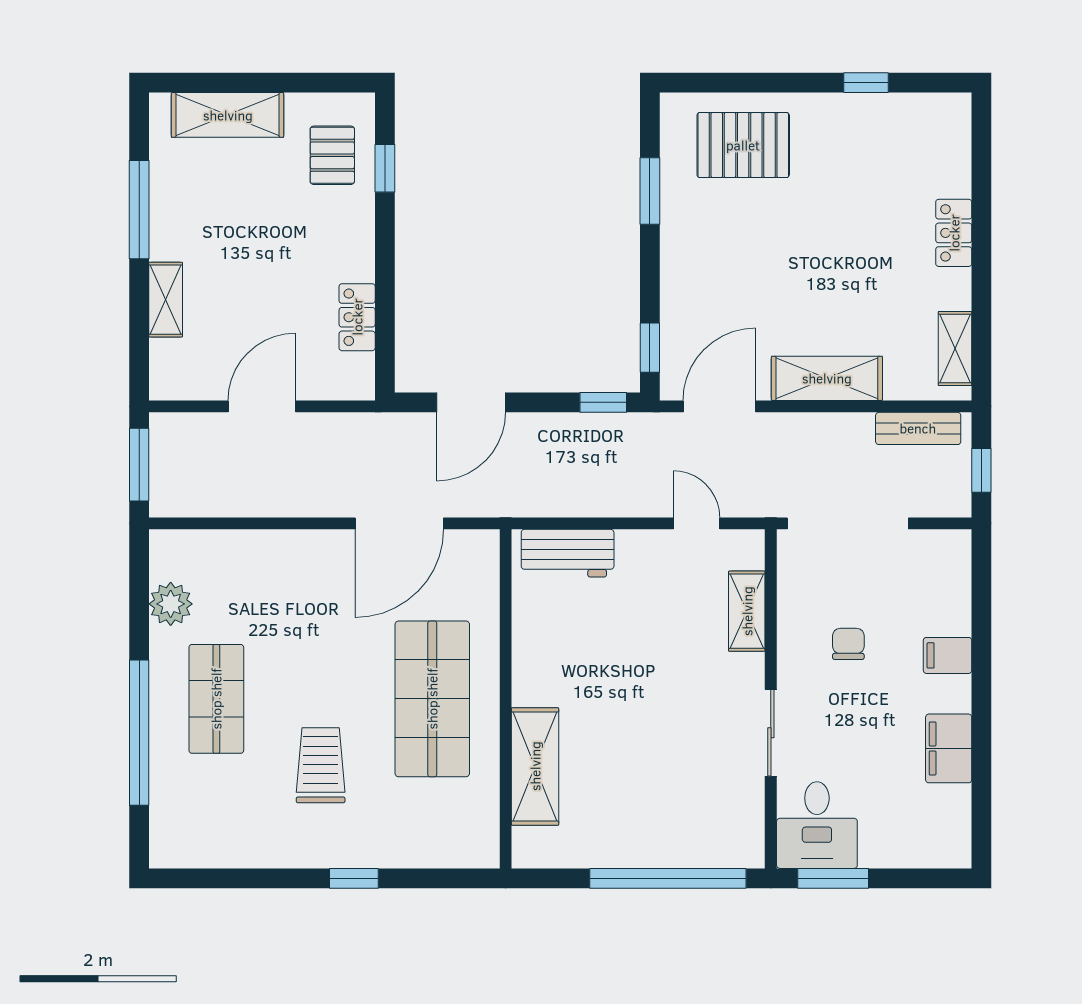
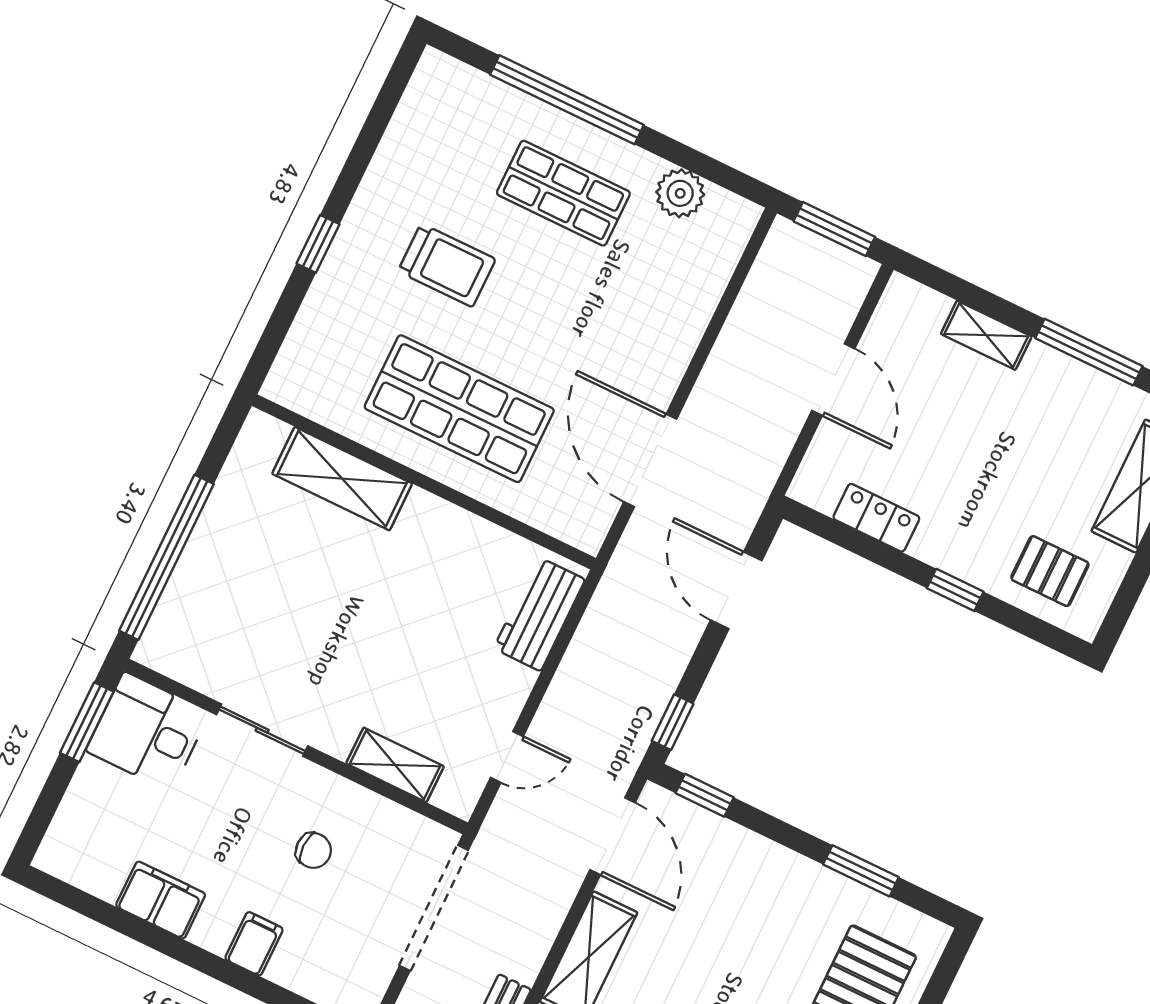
window: (385, 168) -> (955, 590), moved

